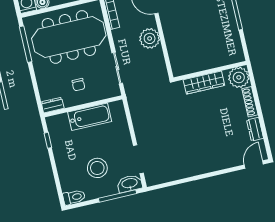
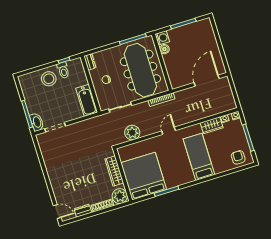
plant: (150, 38) -> (132, 133), moved
bed: (214, 43) -> (144, 176), added
bathtub: (90, 117) -> (87, 100), moved
stool: (97, 168) -> (49, 79), moved
toilet: (74, 197) -> (63, 70), moved

